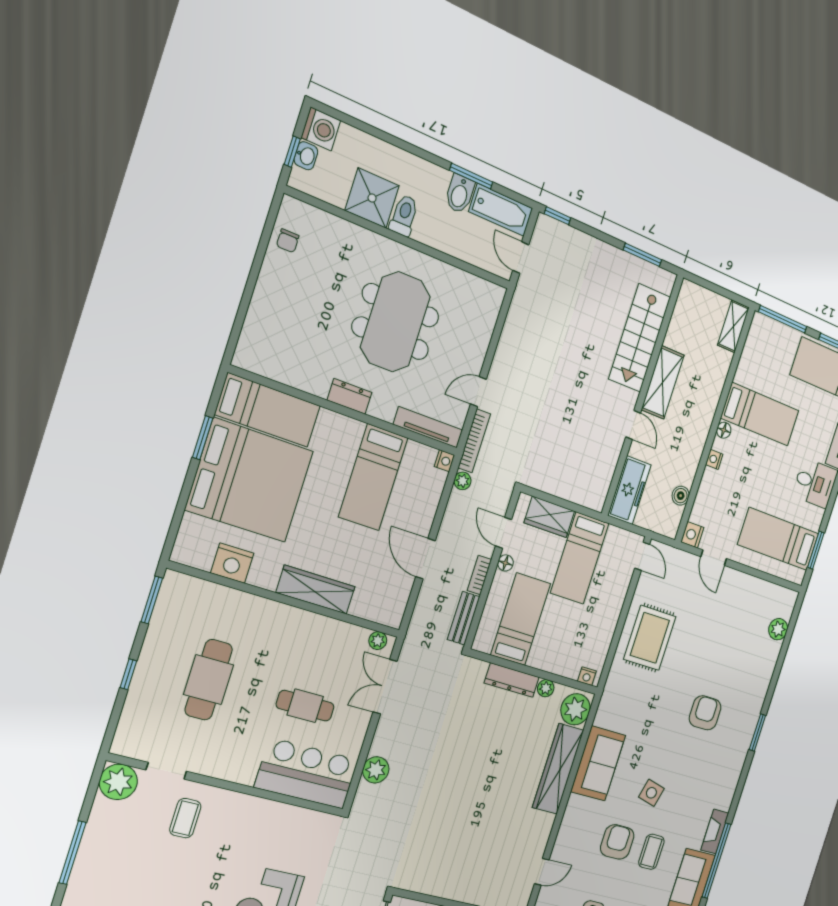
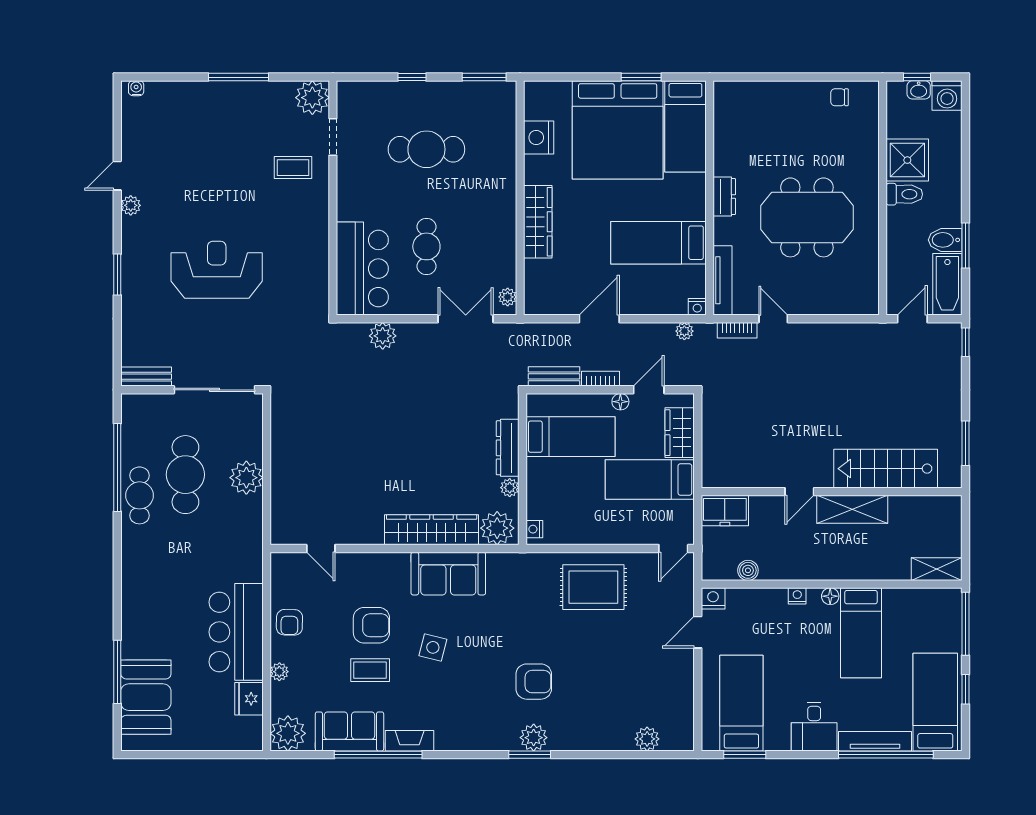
bookcase: (474, 441) -> (737, 330), width x0.64
freezer: (629, 490) -> (725, 511), width x0.71
plant: (746, 725) -> (534, 738), added

